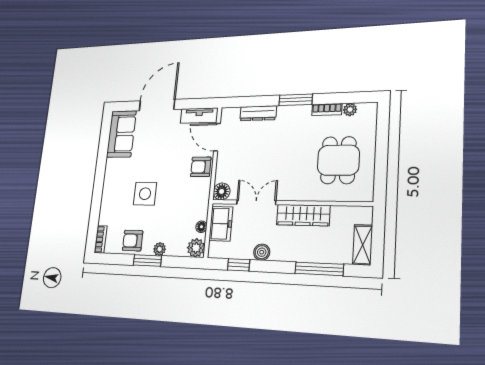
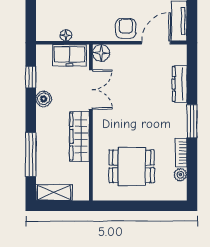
plant: (196, 248) -> (45, 32), removed

